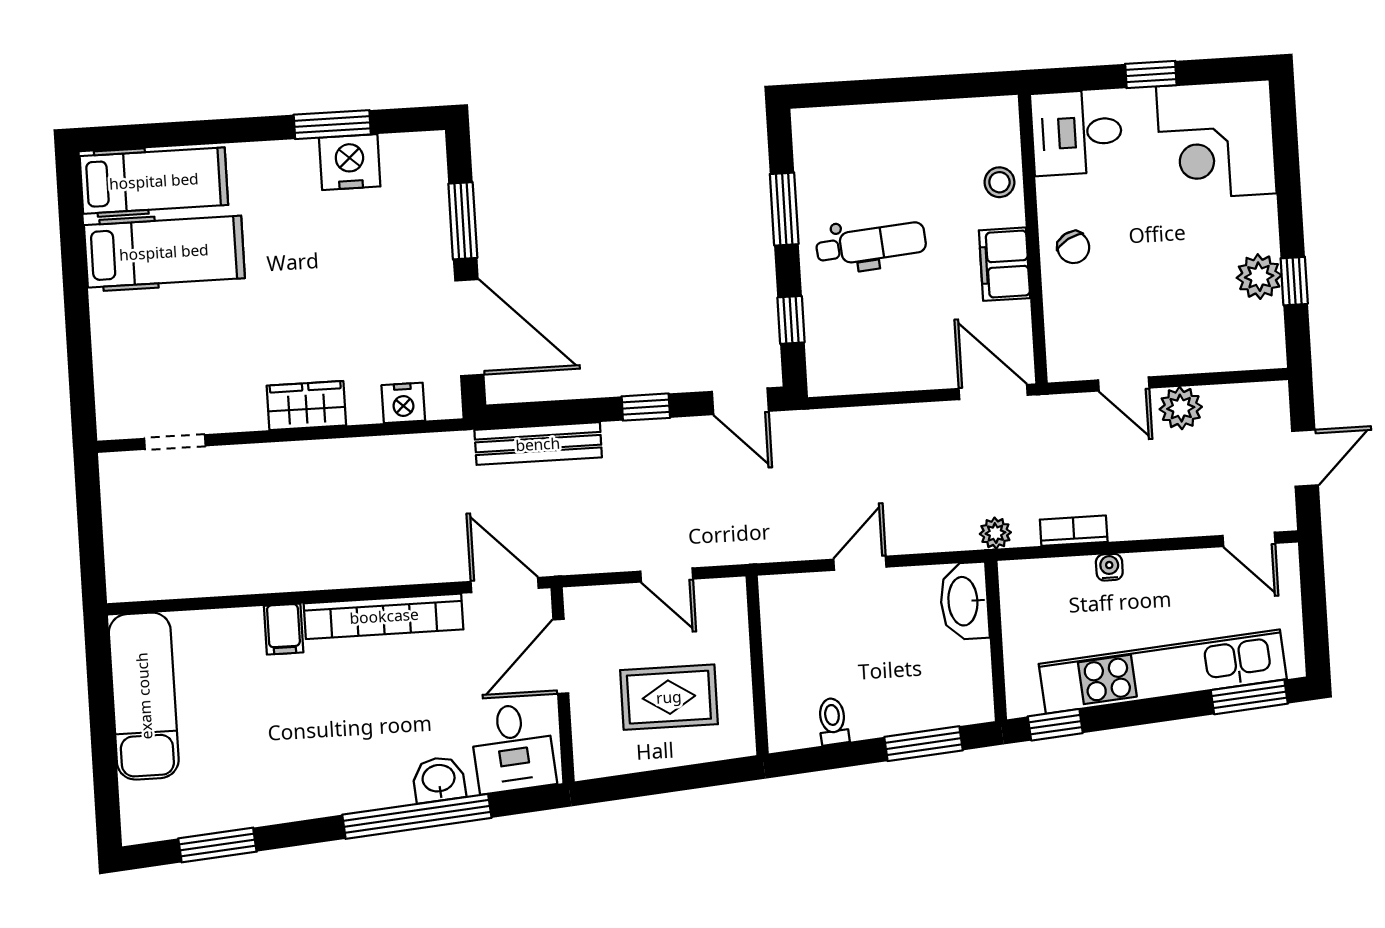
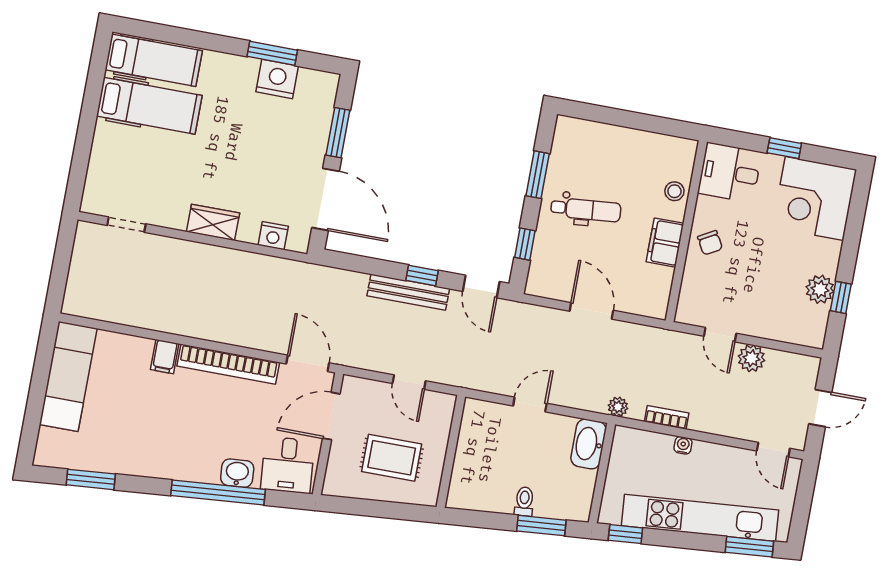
door: (993, 392) -> (591, 311), moved
bench: (538, 444) -> (408, 292), moved
toilet: (833, 721) -> (524, 501), moved

